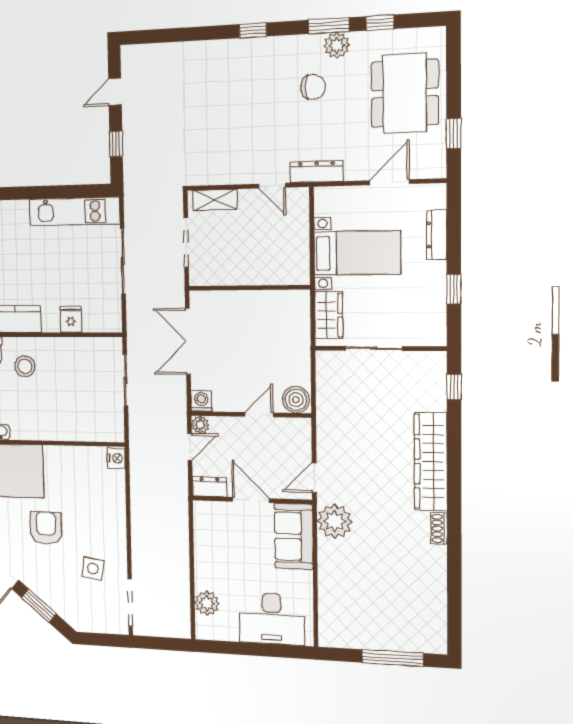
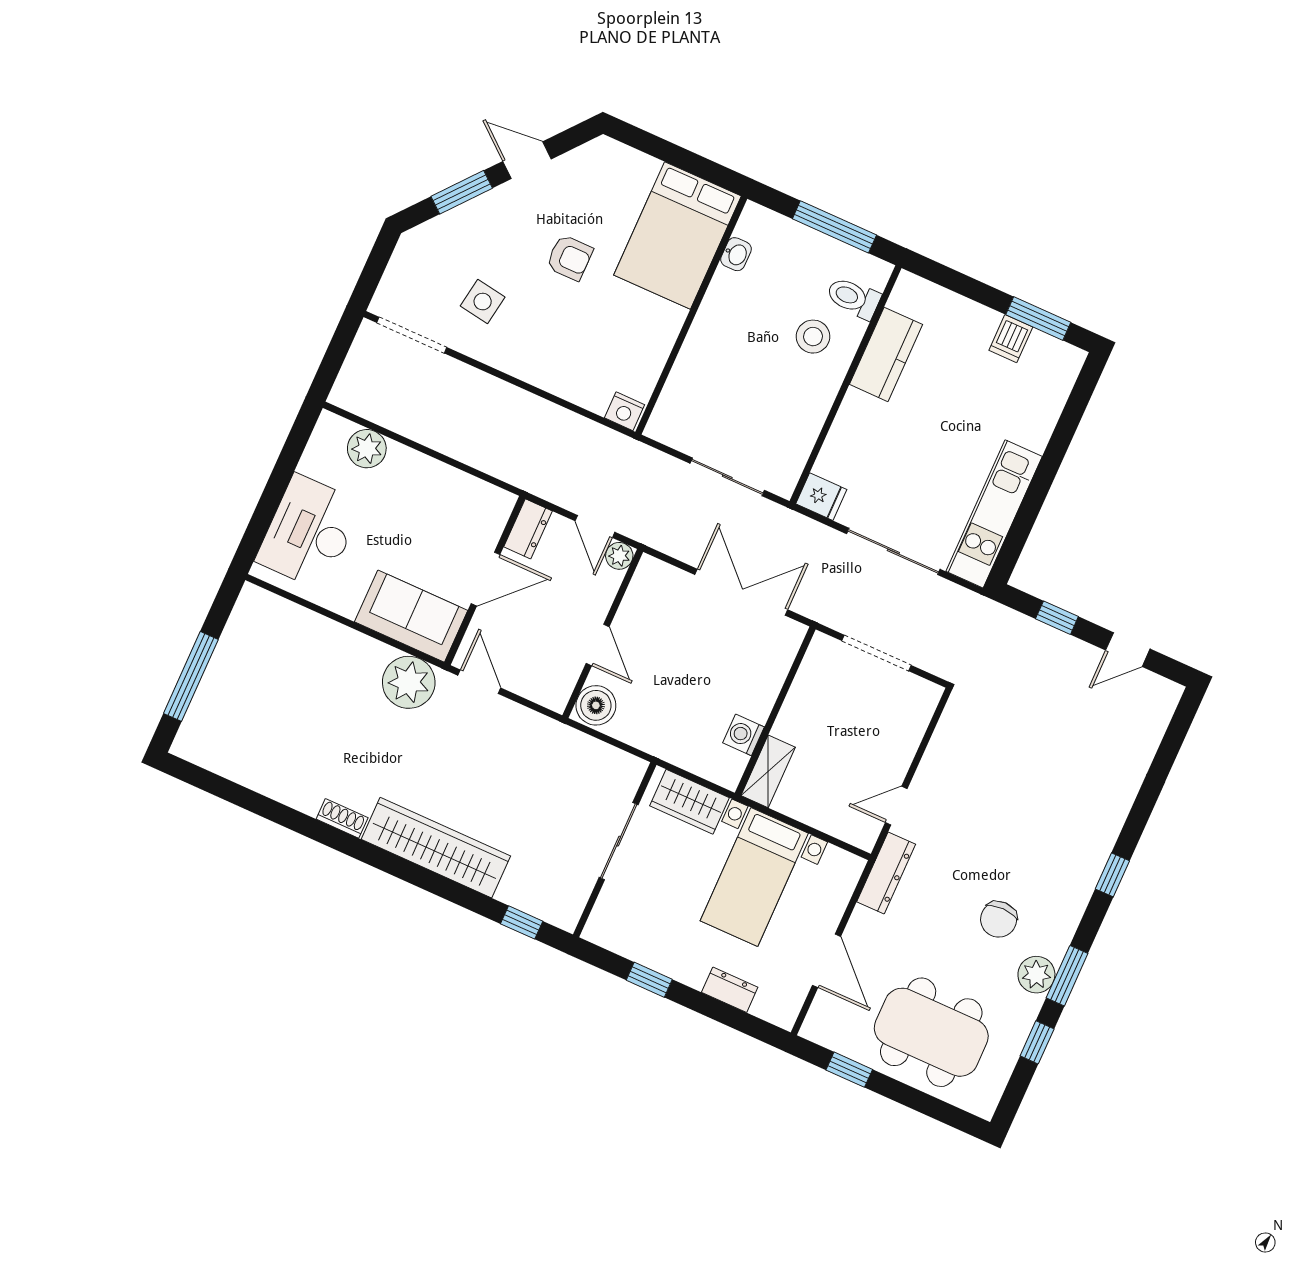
door: (115, 92) -> (1128, 650), swing flipped
shelving: (215, 200) -> (768, 771), moved
dresser: (437, 235) -> (730, 990), width x0.70
fridge: (71, 319) -> (821, 497), moved
washing machine: (201, 401) -> (744, 735), moved, turned 180
armchair: (46, 528) -> (570, 258), width x0.72, depth x0.72

